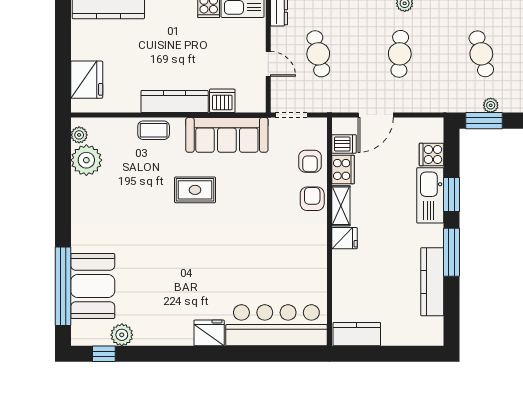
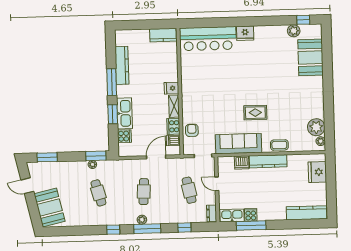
armchair: (312, 199) -> (190, 110), removed
window: (63, 286) -> (327, 57), removed

